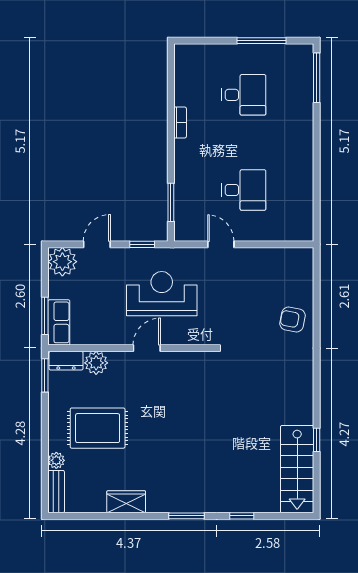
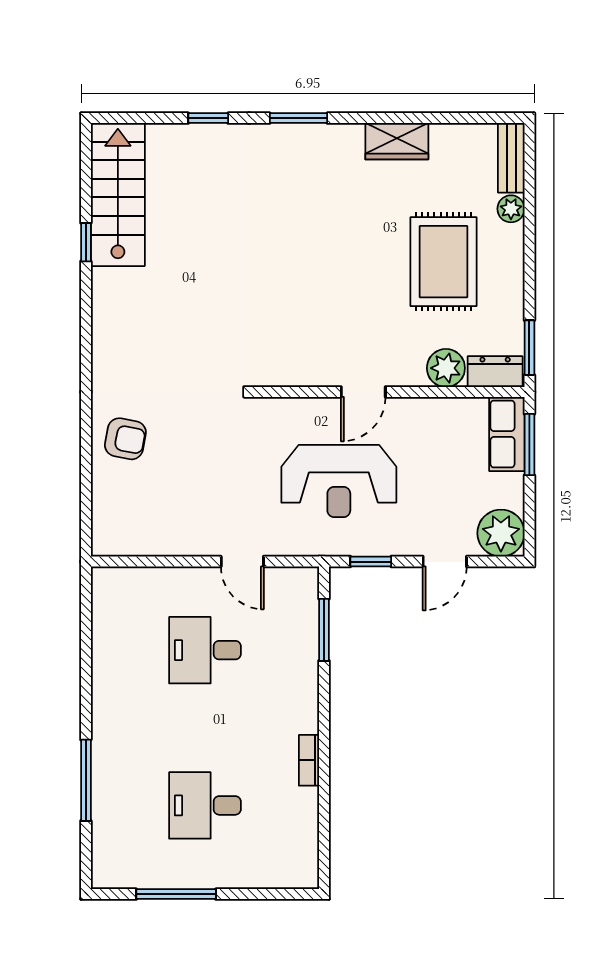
window: (317, 78) -> (86, 780), moved
rug: (98, 428) -> (444, 262), turned 90

